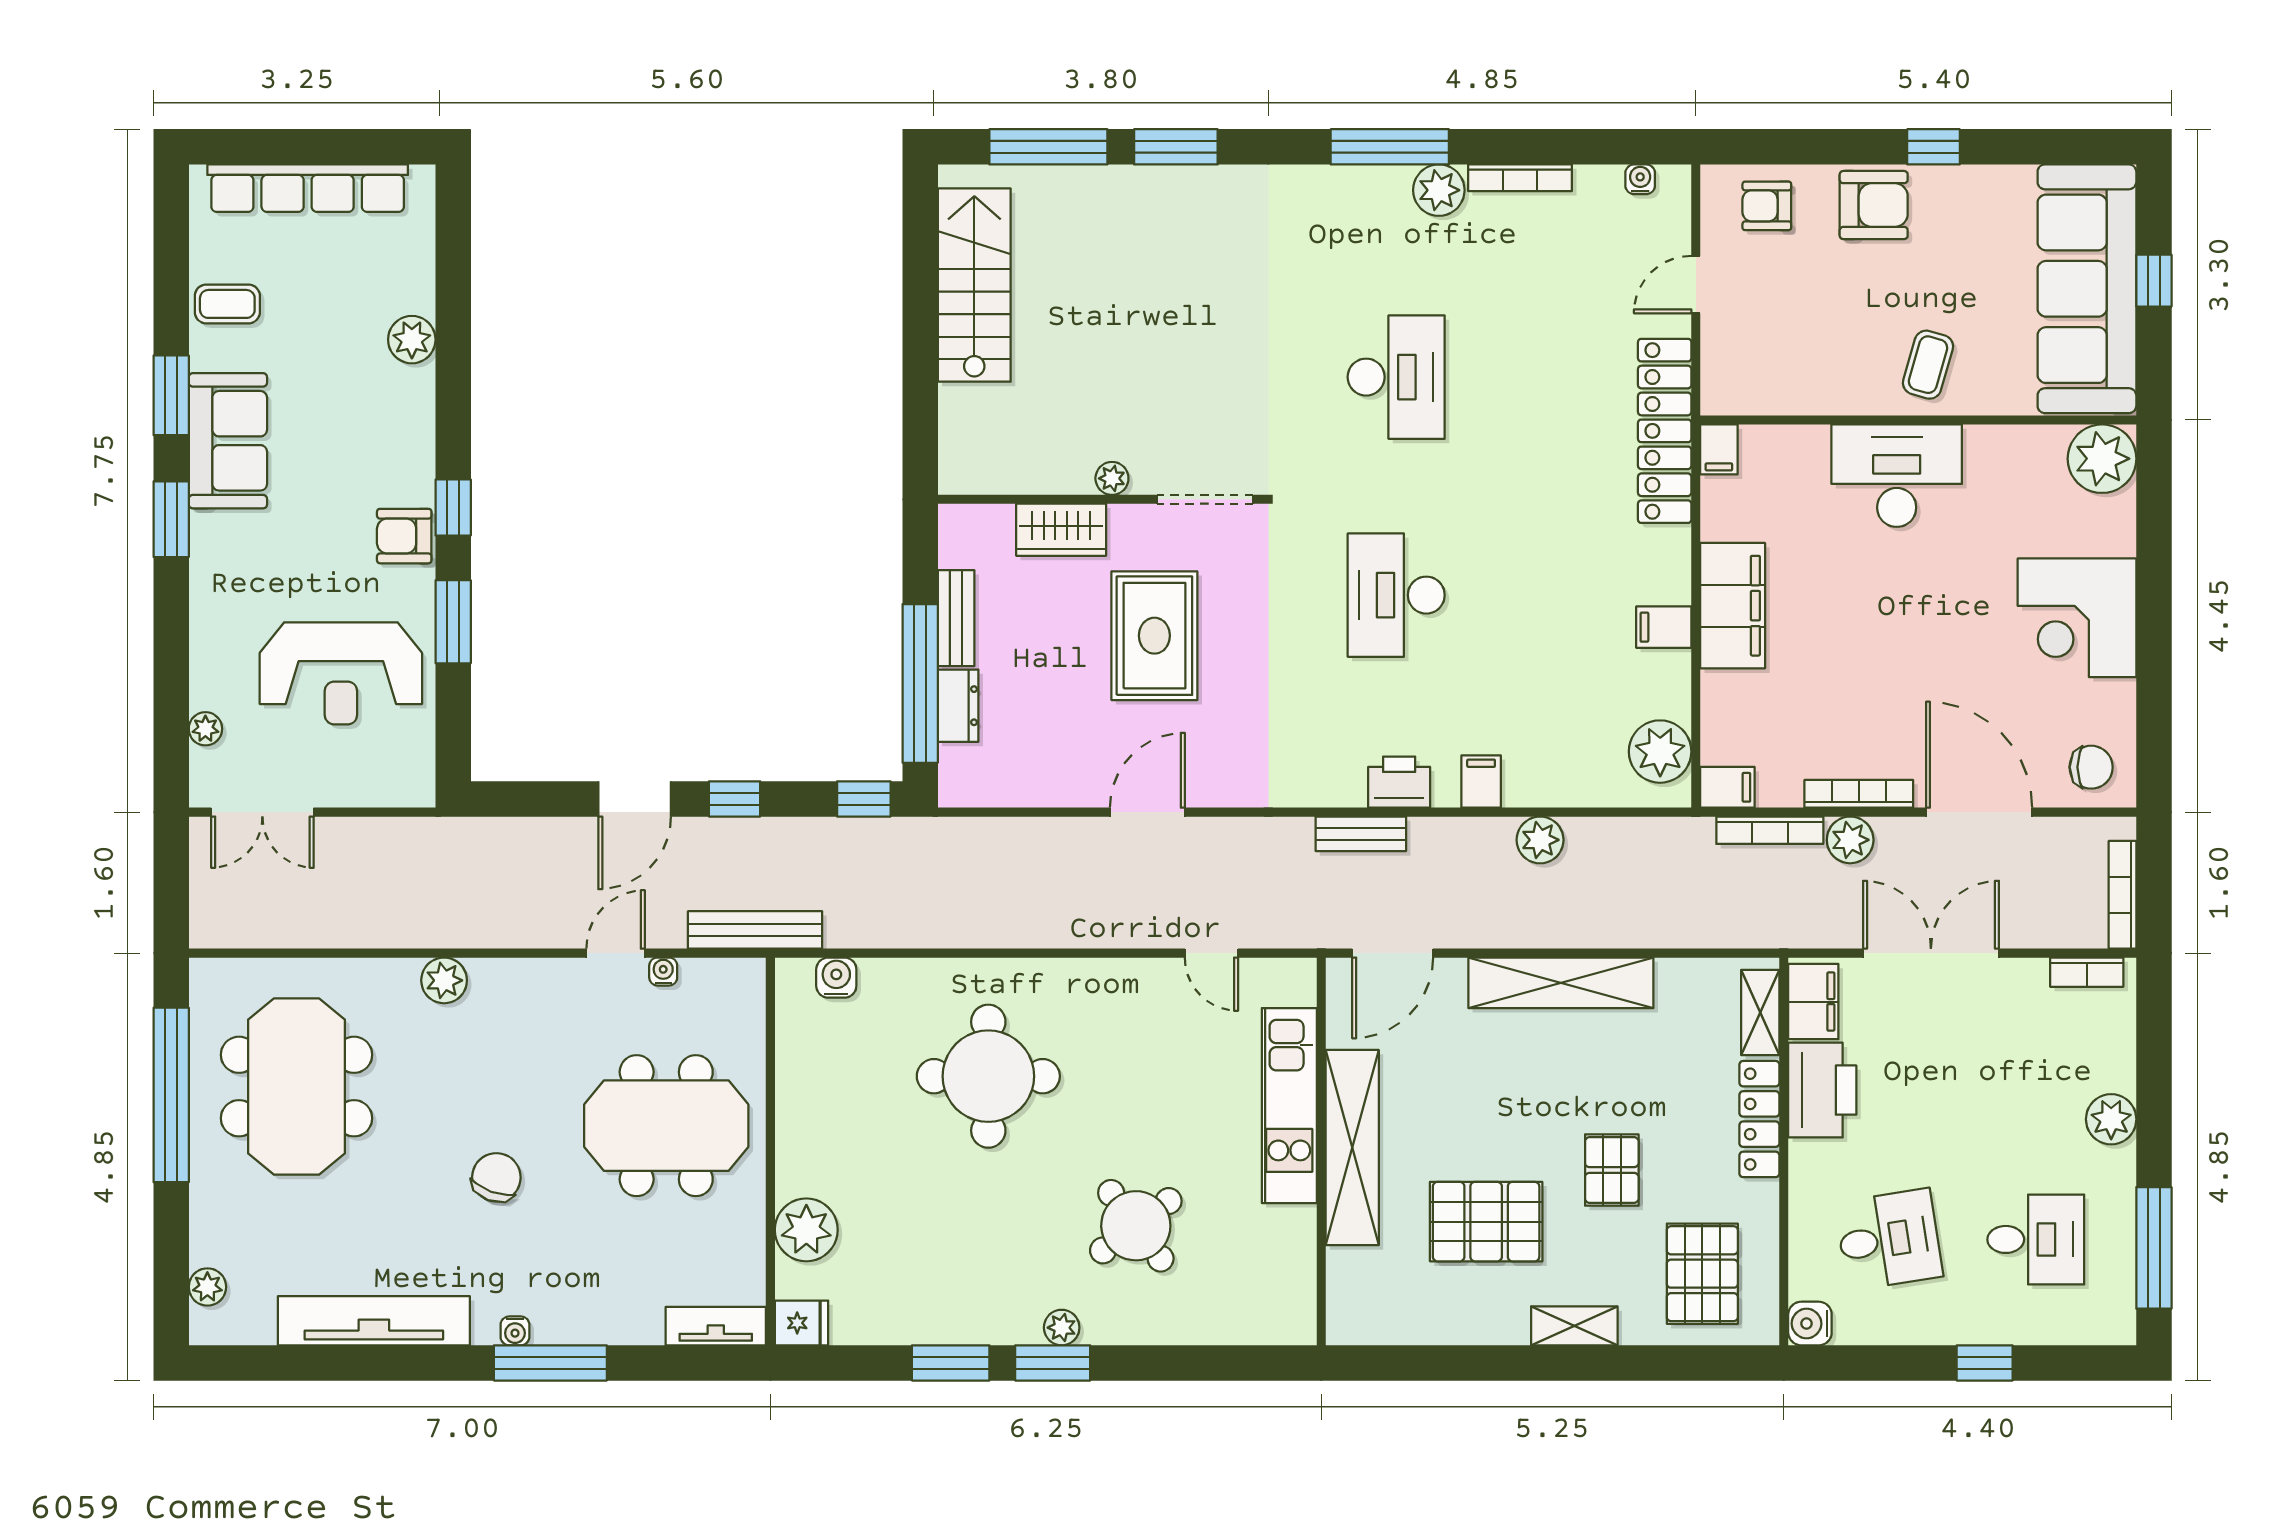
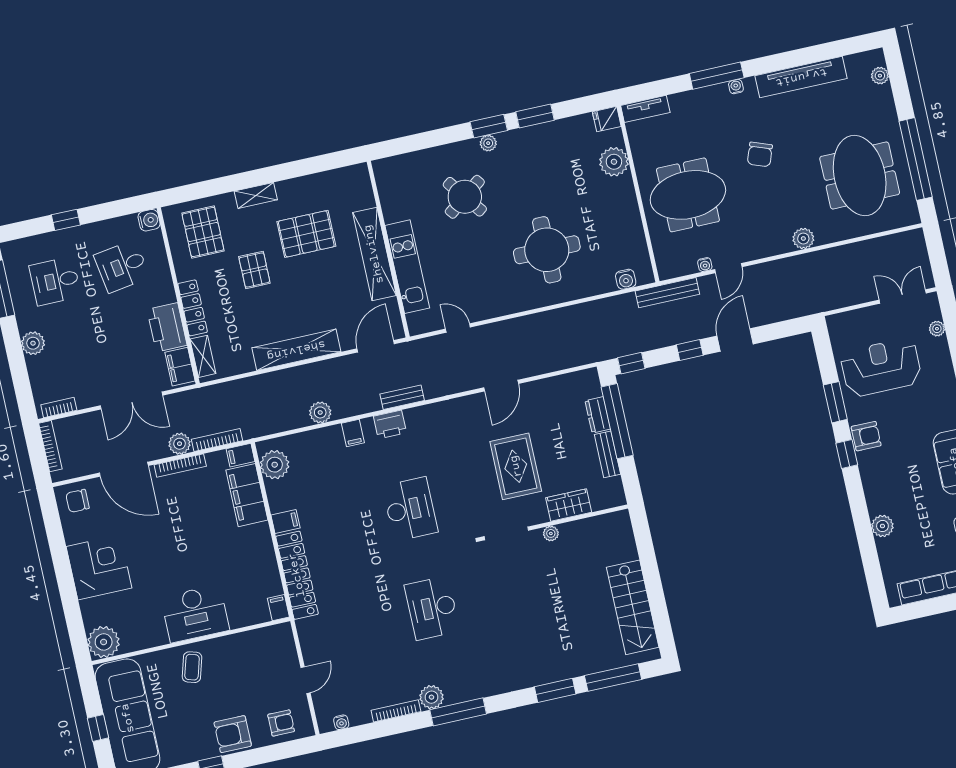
locker: (1665, 431) -> (297, 575), moved
filing cabinet: (1733, 606) -> (247, 495), moved

